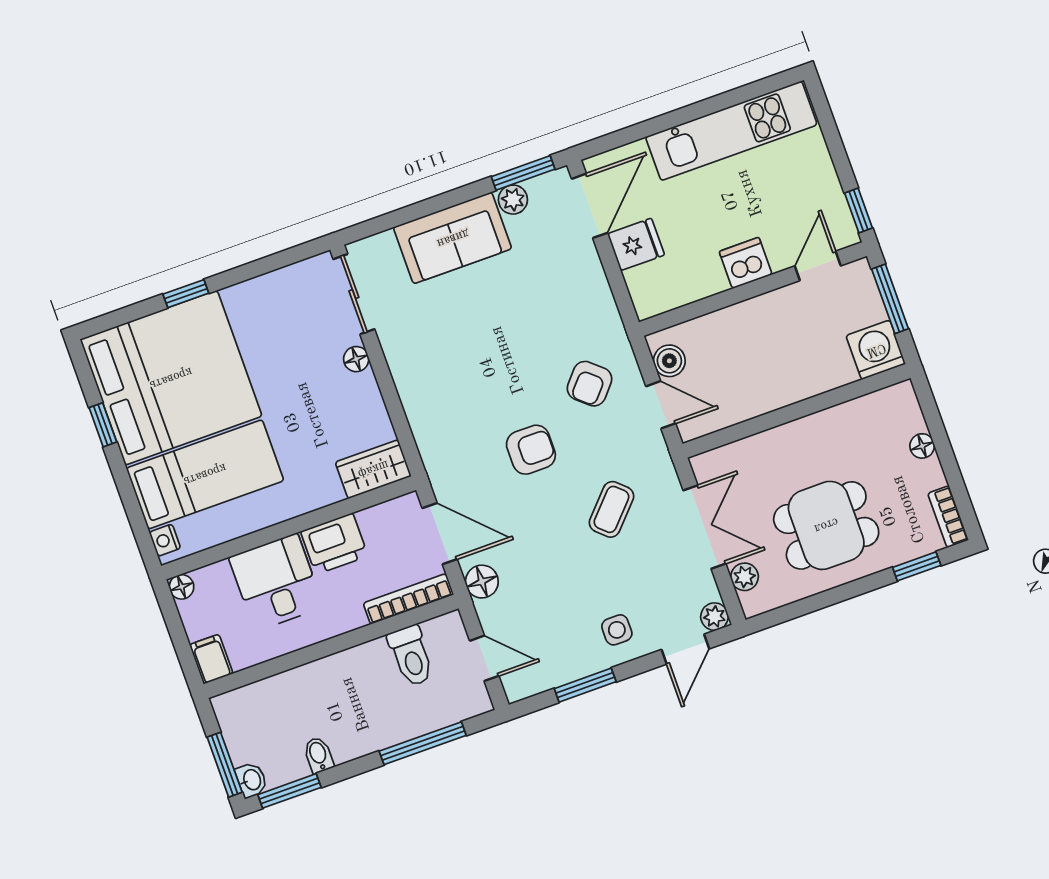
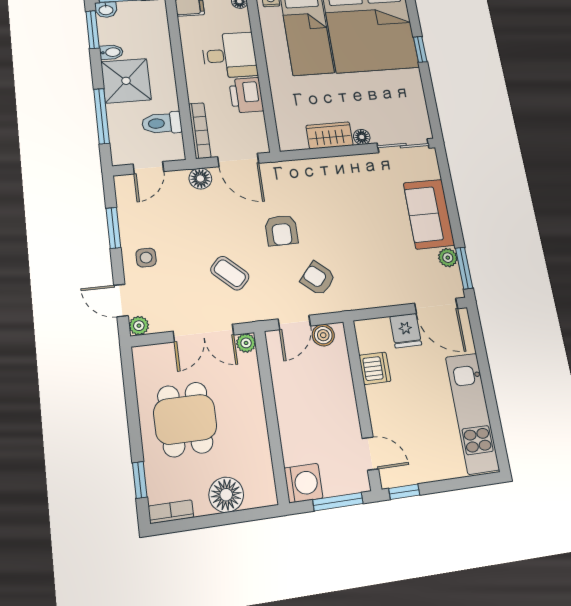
dishwasher: (746, 263) -> (375, 368), moved
floor lamp: (922, 446) -> (226, 495), width x1.89, depth x1.89
wardrobe: (373, 469) -> (330, 135), moved, turned -90
door: (440, 534) -> (238, 160), hinge flipped
plant: (745, 577) -> (246, 343), moved
shower: (358, 723) -> (126, 81), added

